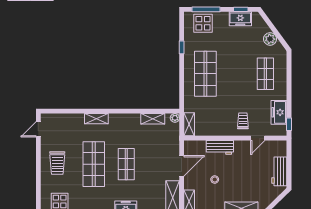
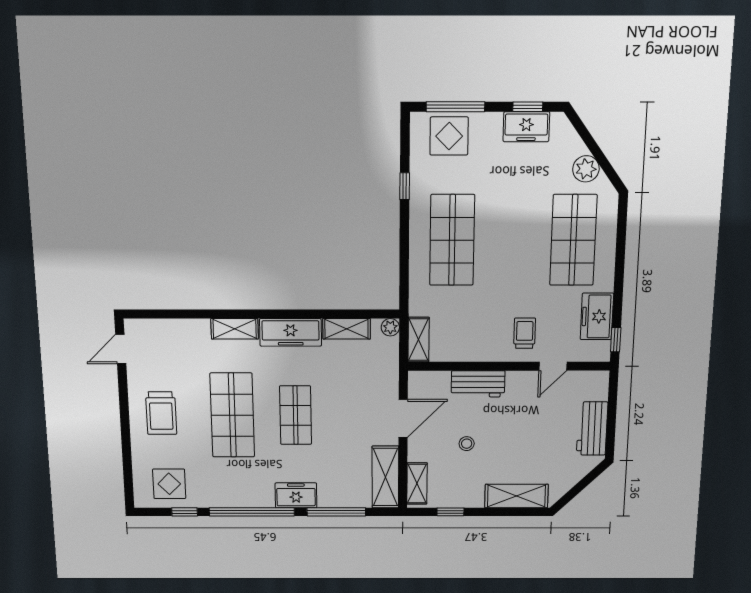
shop shelf: (265, 74) -> (573, 240), width x1.43, depth x1.36
freezer: (125, 121) -> (291, 332), added

